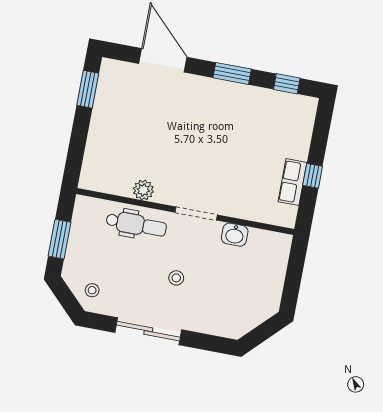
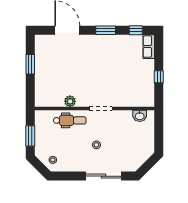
window: (88, 89) -> (30, 64), moved
row of seats: (293, 182) -> (149, 47), moved
washbasin: (235, 235) -> (140, 116), moved
sliding door: (148, 331) -> (103, 176), moved

